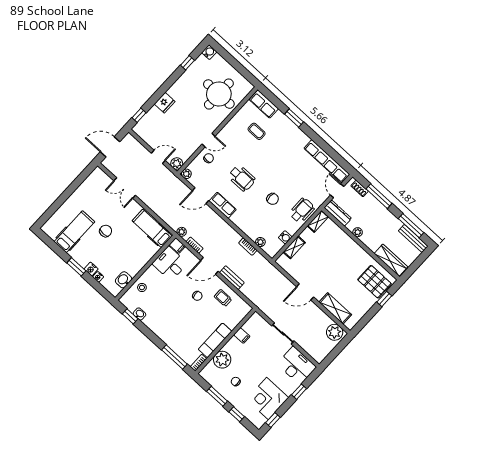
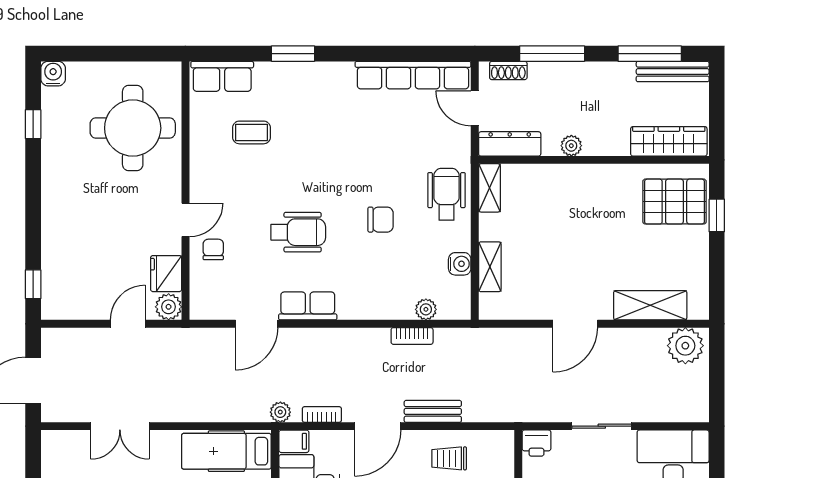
fridge: (165, 103) -> (166, 274), moved, turned 180
plant: (186, 174) -> (200, 309), removed
printer: (256, 319) -> (536, 443), added

